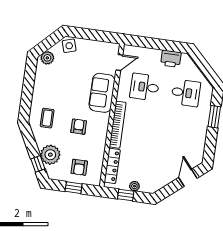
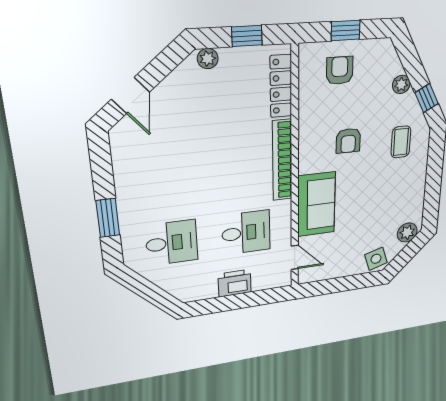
printer: (171, 59) -> (235, 283), moved
door: (119, 63) -> (295, 257), swing flipped
desk: (186, 93) -> (172, 243), turned 180
plant: (50, 155) -> (401, 84), width x0.53, depth x0.53
window: (38, 164) -> (427, 98), moved
plant: (134, 186) -> (208, 59), moved

